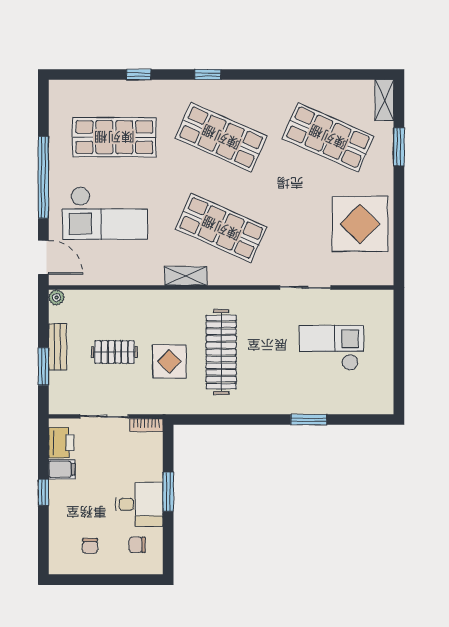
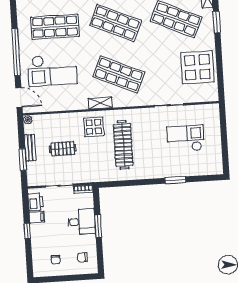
display table: (169, 361) -> (94, 127), moved
desk: (139, 504) -> (81, 222), moved

